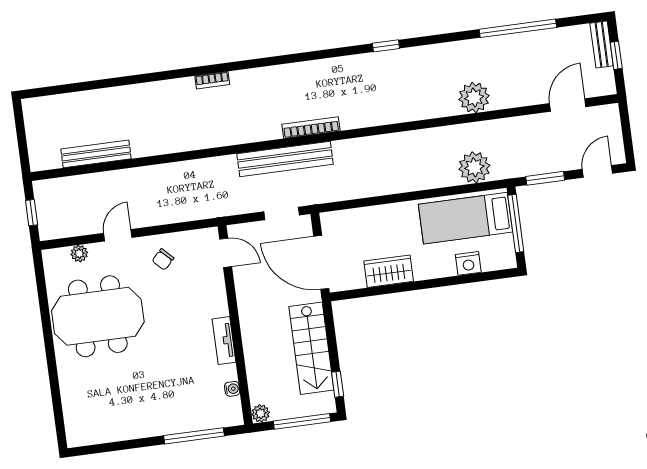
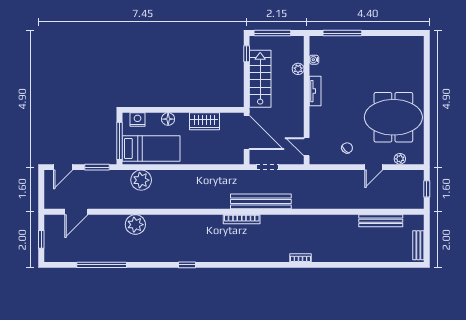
bench: (602, 45) -> (418, 245), moved
nightstand: (468, 263) -> (137, 119), moved
floor lamp: (445, 267) -> (168, 119), added
plant: (261, 413) -> (298, 69), moved

